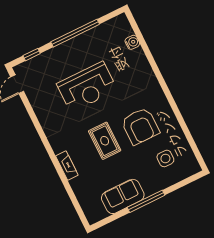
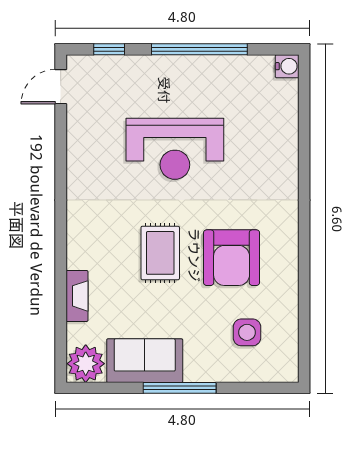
water cooler: (132, 42) -> (287, 66), moved
fireplace: (67, 166) -> (77, 296), moved
plant: (95, 212) -> (86, 364), added

